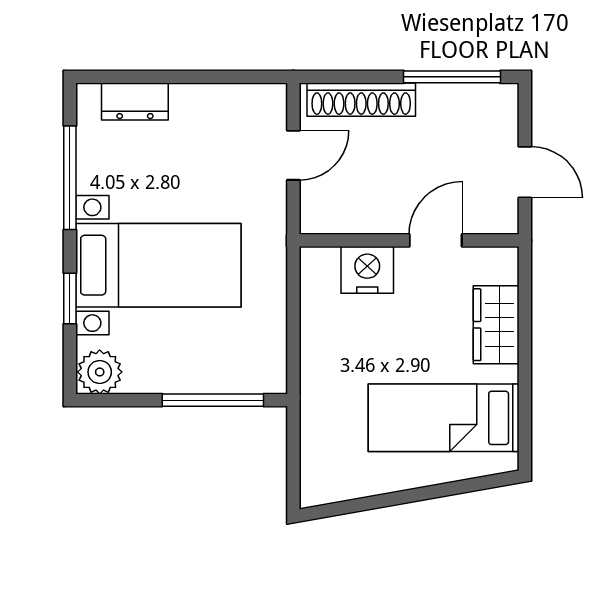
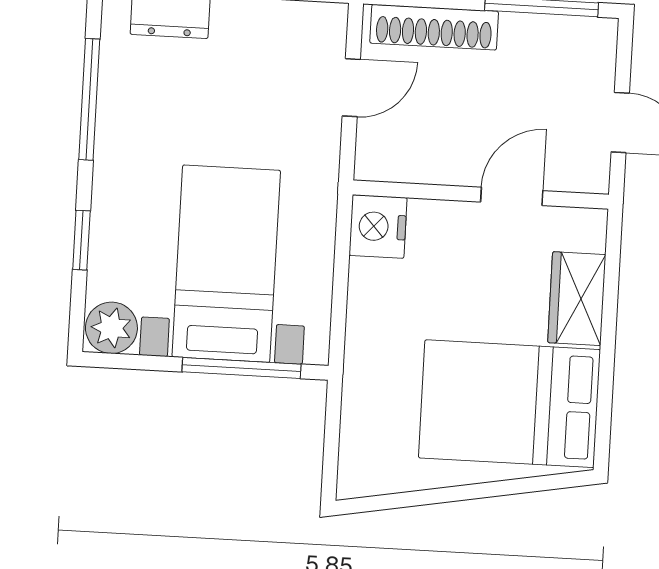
bed with nightstands: (158, 265) -> (226, 264), moved, turned -90
nightstand: (367, 270) -> (378, 226), moved, turned -90
bed: (444, 418) -> (509, 404), width x1.50

